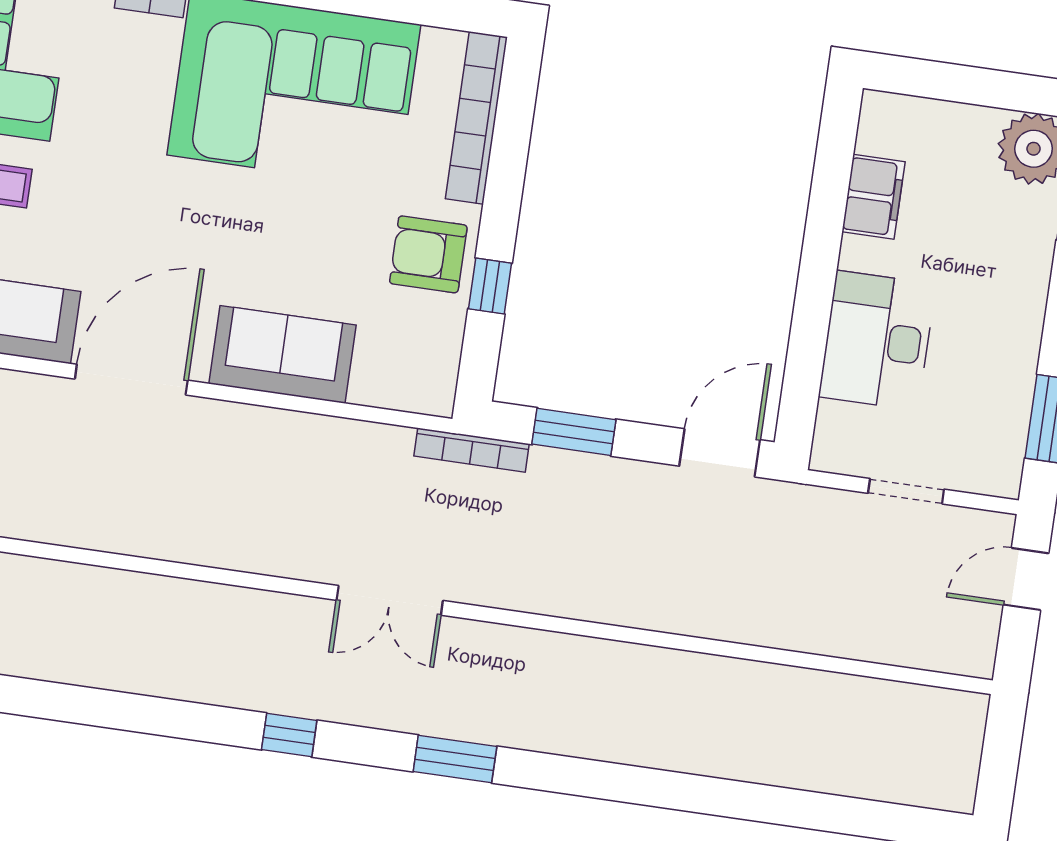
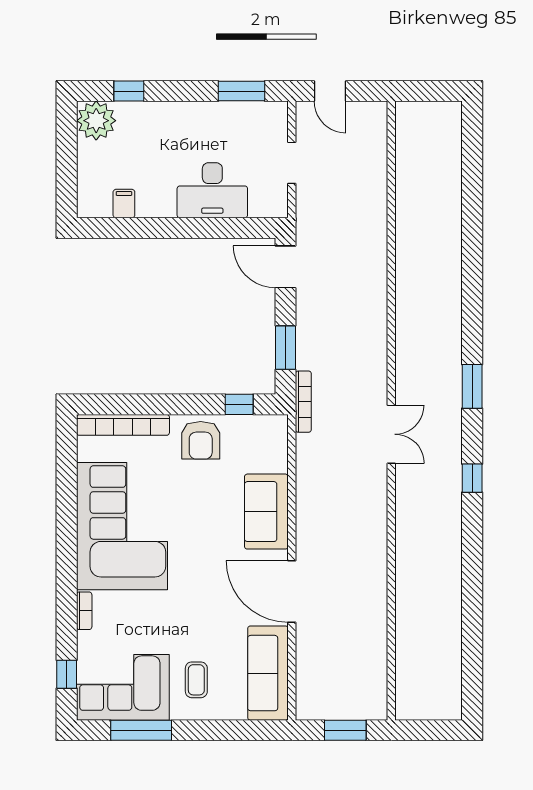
filing cabinet: (873, 197) -> (124, 204), width x0.50
window: (490, 286) -> (239, 404), moved

